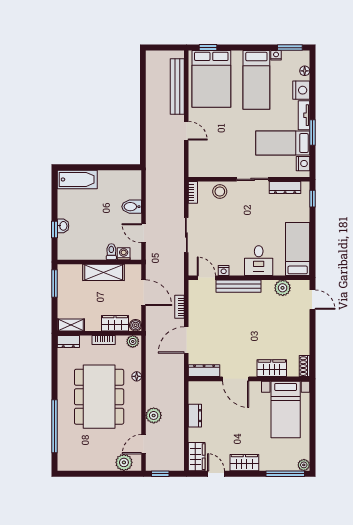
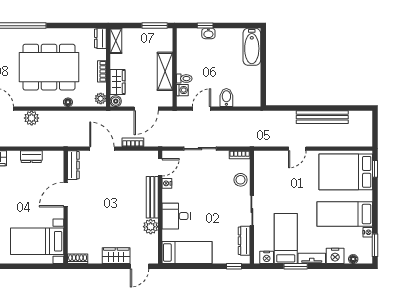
bench: (177, 87) -> (322, 117), moved
plant: (283, 288) -> (151, 227), moved
wardrobe: (272, 368) -> (116, 256), moved, turned -90

